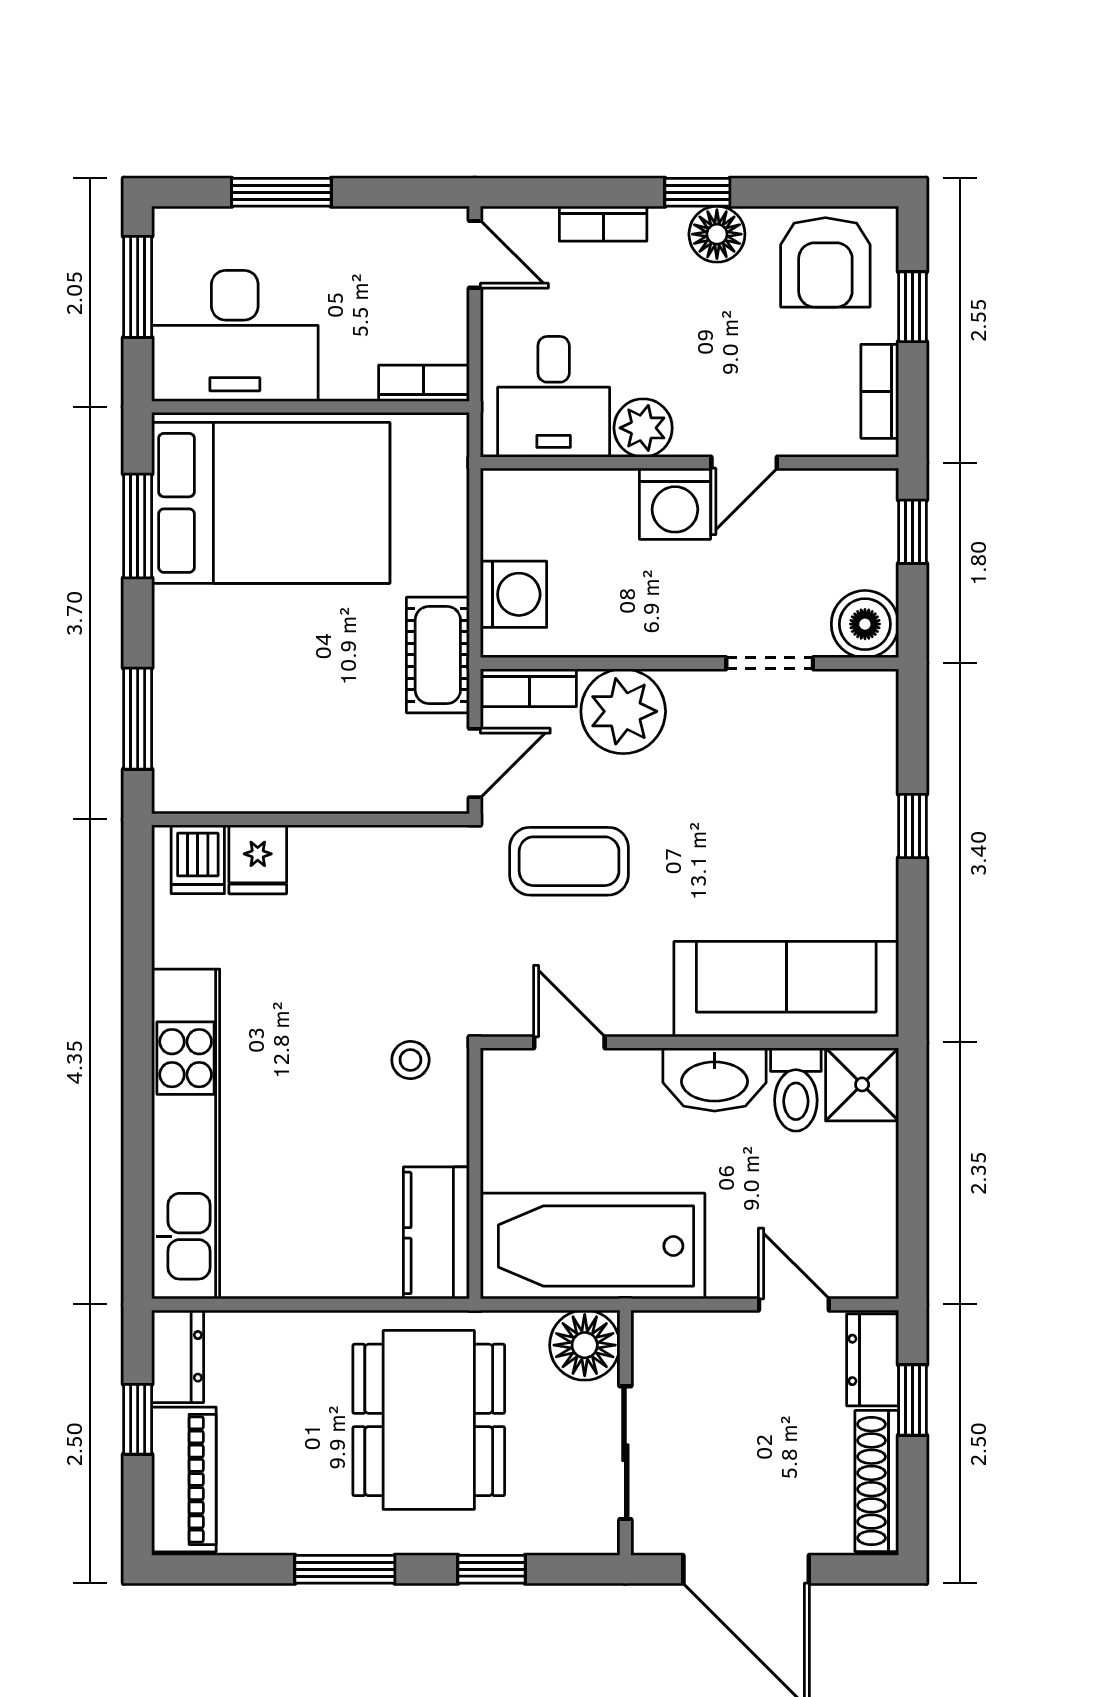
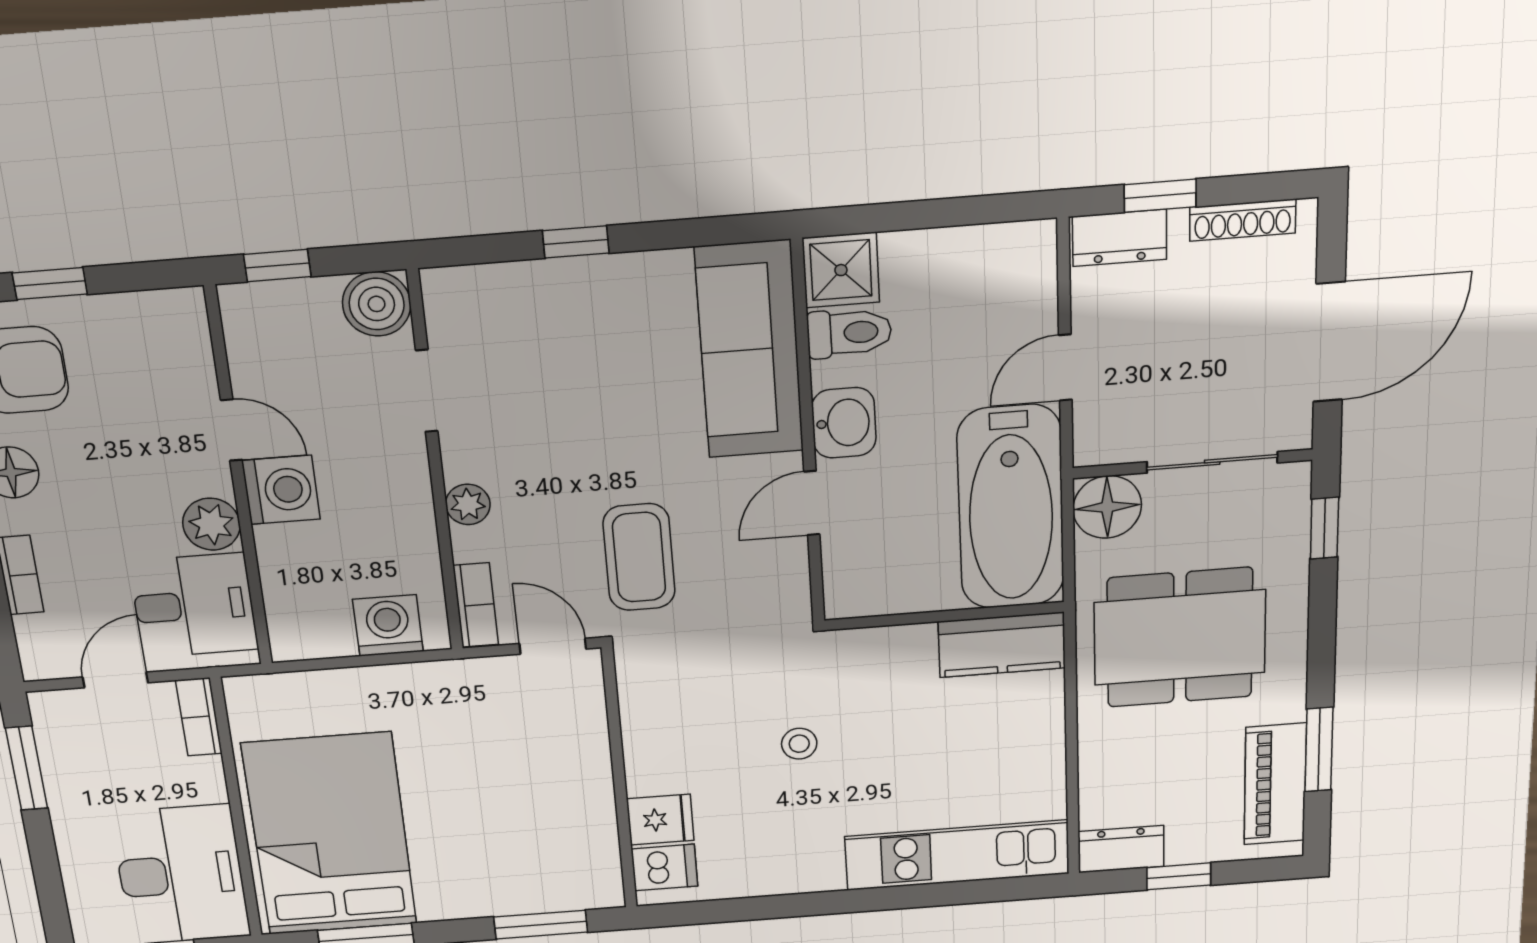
window: (281, 192) -> (27, 768), moved
door: (475, 254) -> (115, 680), moved
bookcase: (880, 391) -> (140, 308), removed
cot: (438, 655) -> (454, 686), removed
plant: (623, 711) -> (468, 504), width x0.53, depth x0.53
door: (569, 1042) -> (812, 503), moved
stool: (410, 1060) -> (799, 744), moved
washbasin: (715, 1080) -> (844, 423), width x0.72
kitchen unit: (186, 1134) -> (957, 855), width x0.73
door: (794, 1304) -> (1065, 368), moved
piano: (184, 1479) -> (1275, 784), moved, turned -90
shoe rack: (877, 1481) -> (1243, 220), width x0.74, depth x0.81
window: (345, 1569) -> (1319, 750), moved
window: (492, 1569) -> (1324, 528), moved

